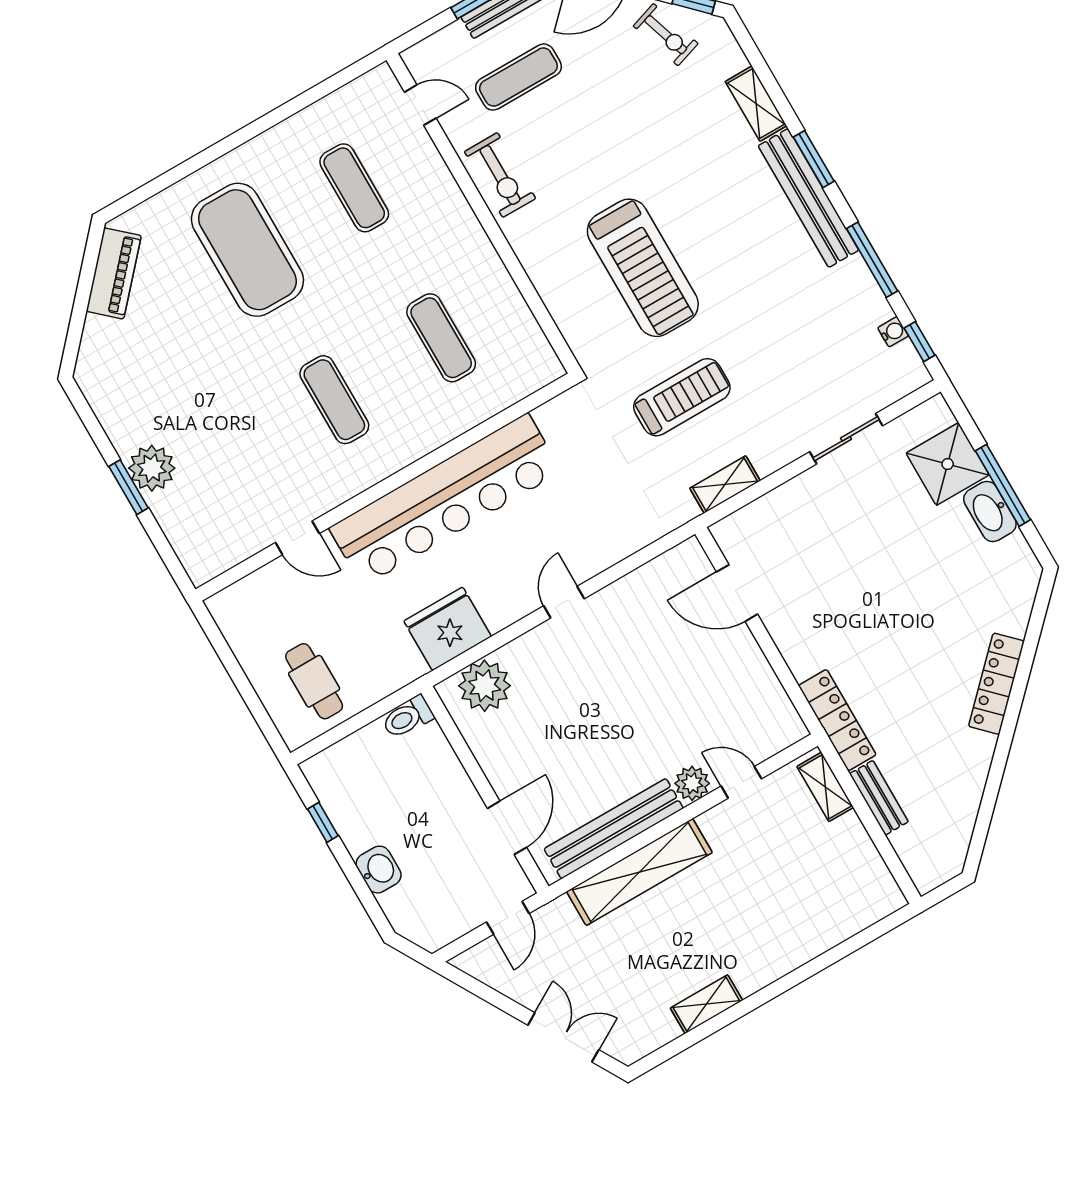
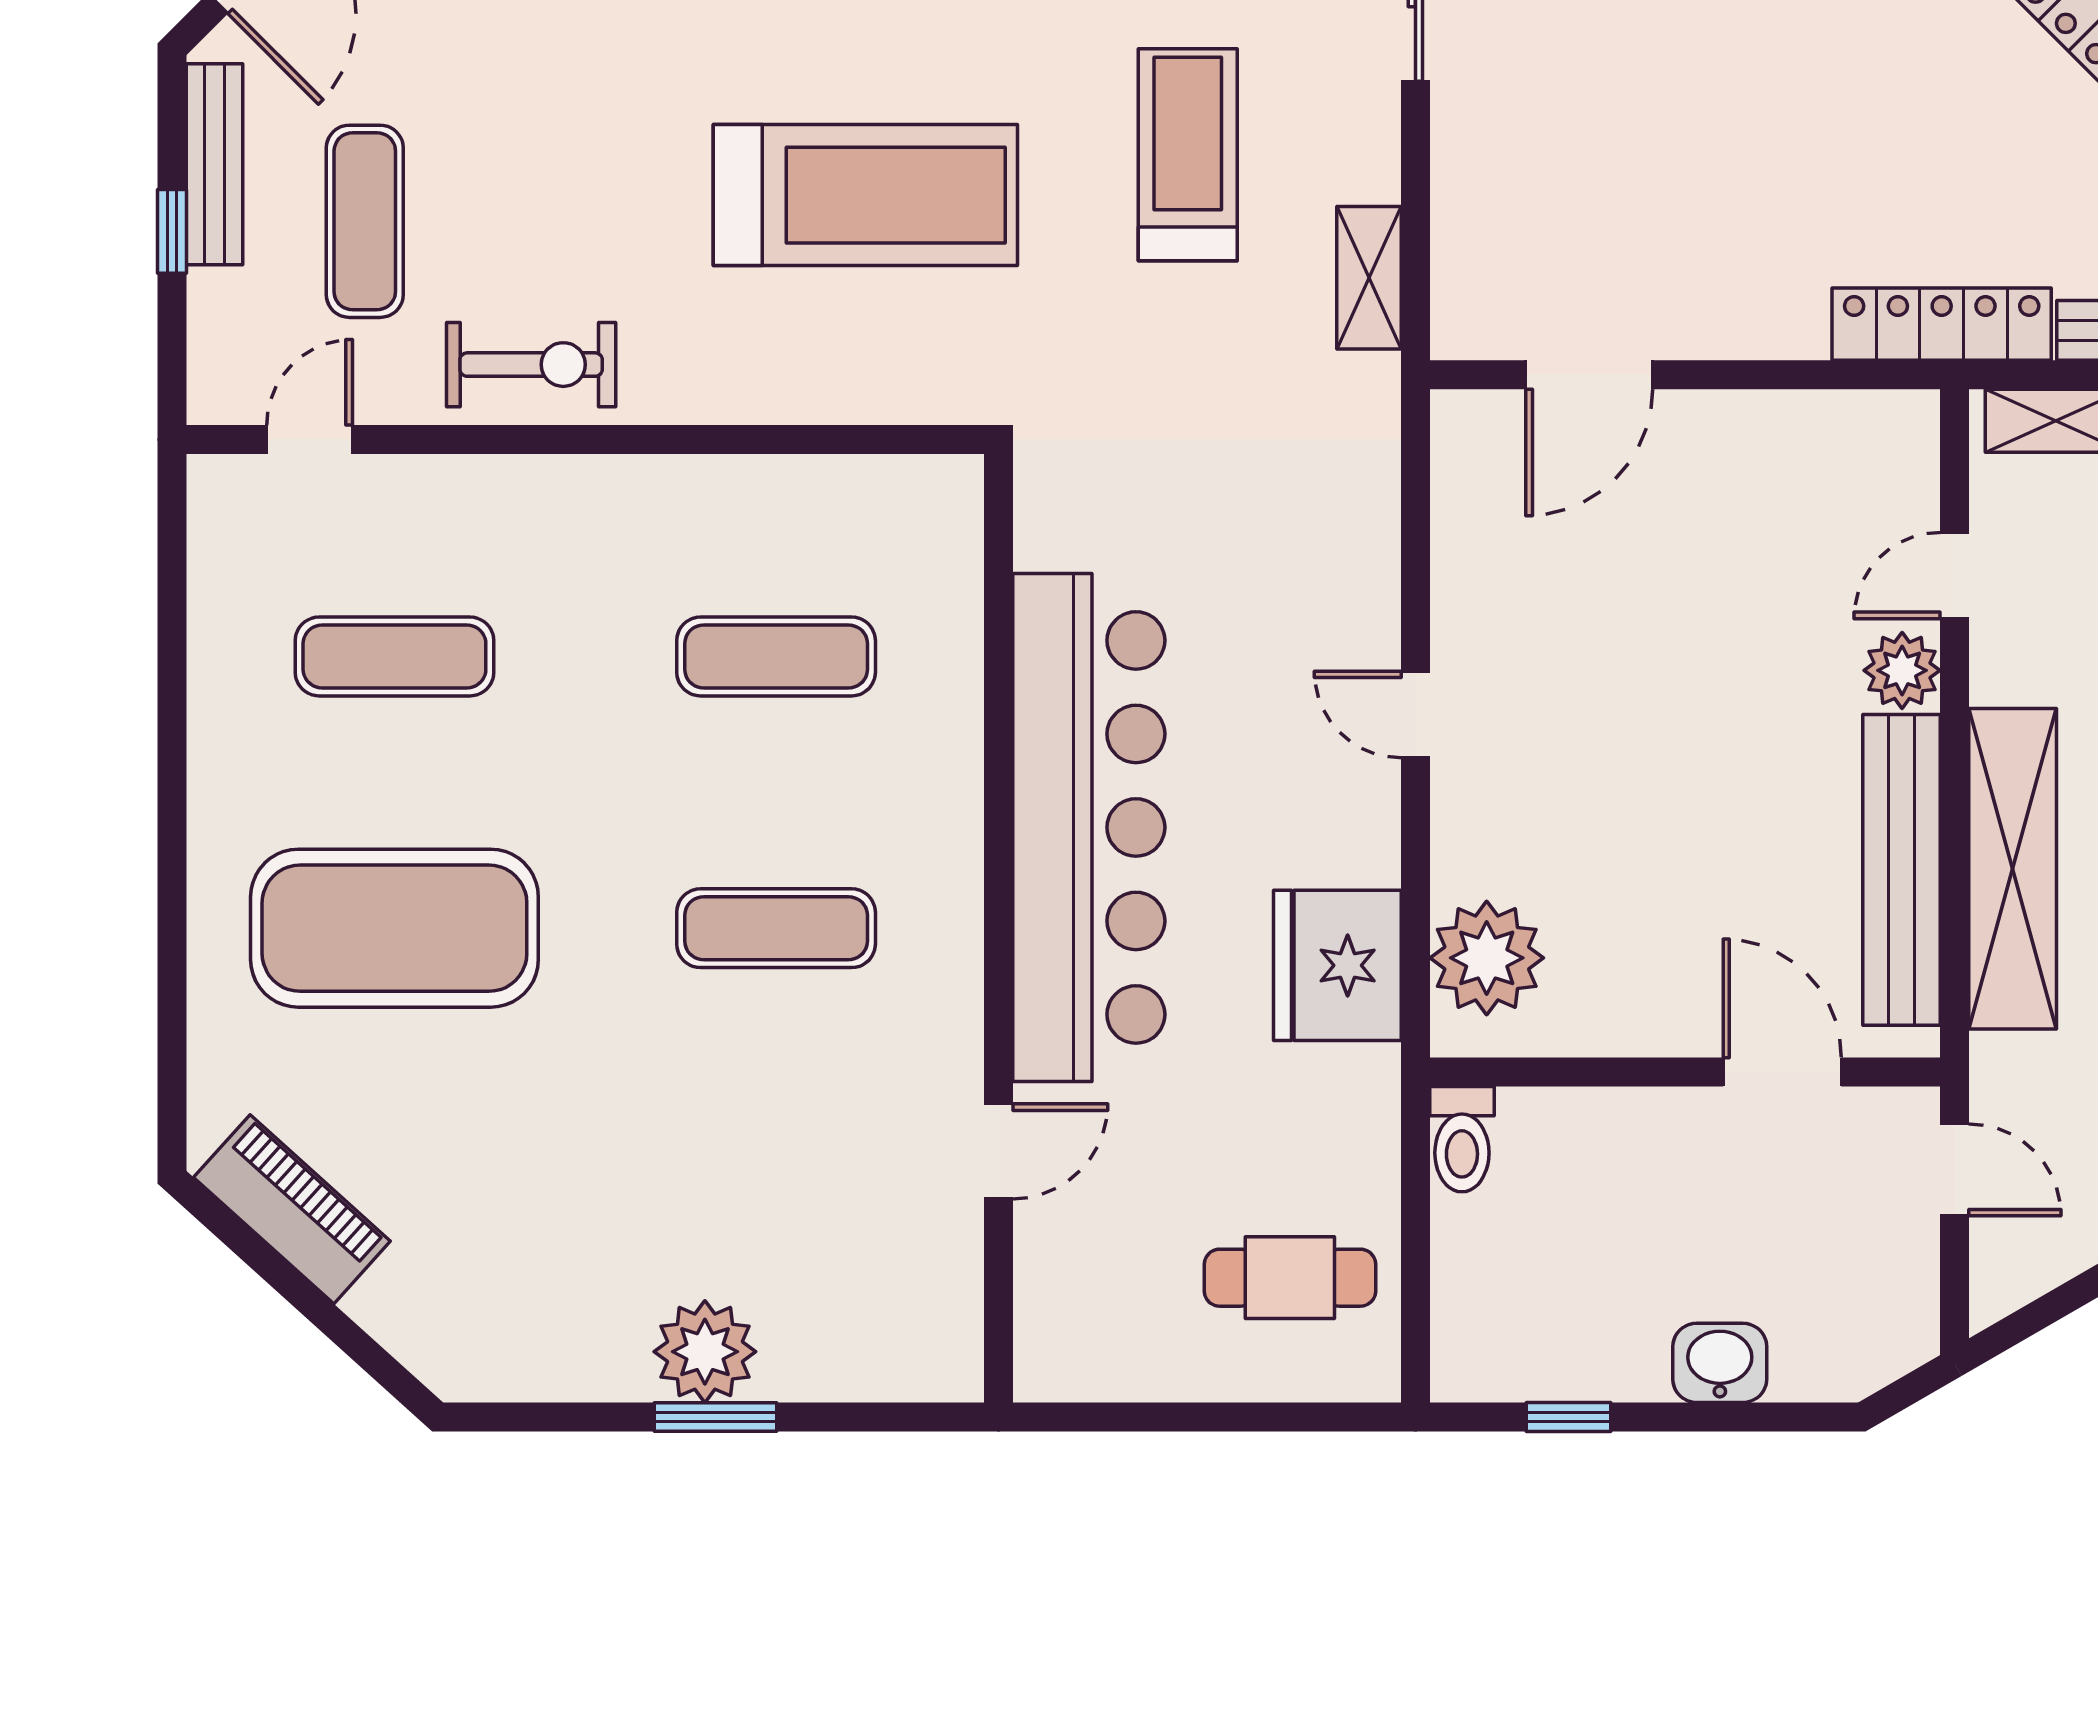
treadmill: (682, 397) -> (1188, 155), moved

